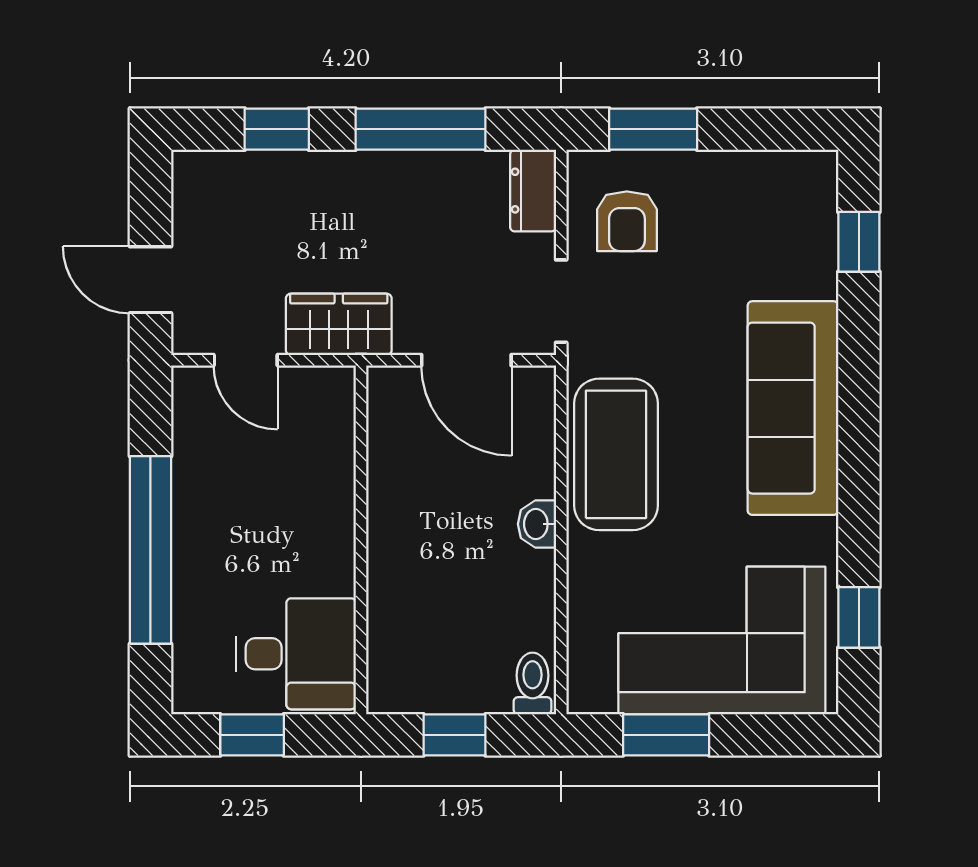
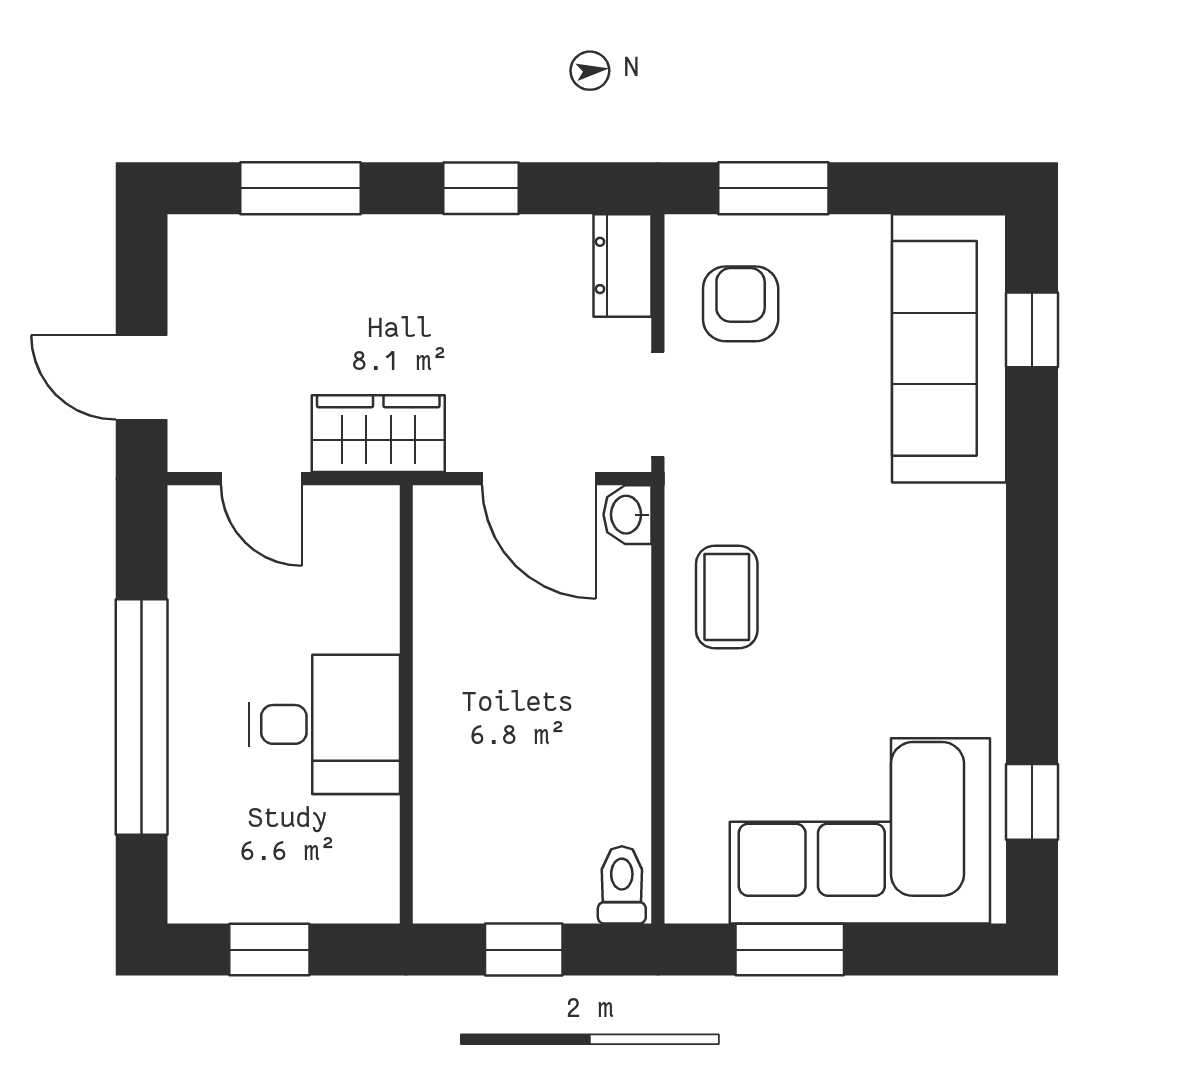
window: (277, 129) -> (300, 188), width x1.50
window: (420, 129) -> (481, 188), width x0.46
armchair: (627, 221) -> (741, 304), turned 180
sofa: (793, 408) -> (949, 348), moved
coffee table: (616, 454) -> (727, 597), width x0.54, depth x0.58
washbasin: (537, 524) -> (627, 515), moved
desk: (296, 654) -> (325, 724), moved

